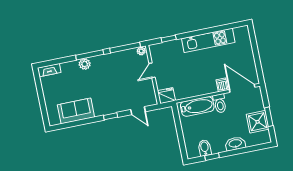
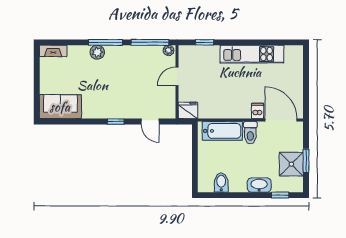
sofa: (76, 111) -> (60, 107), moved
window: (212, 157) -> (280, 195), moved

